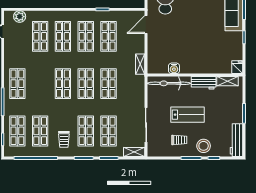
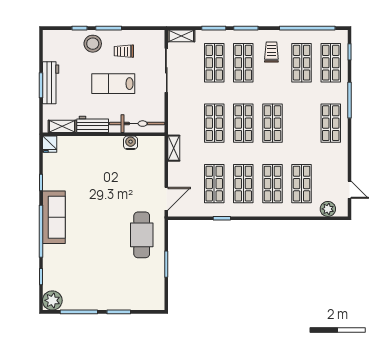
workbench: (237, 140) -> (51, 83), moved

